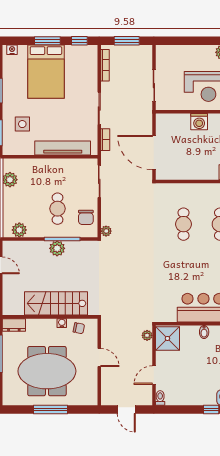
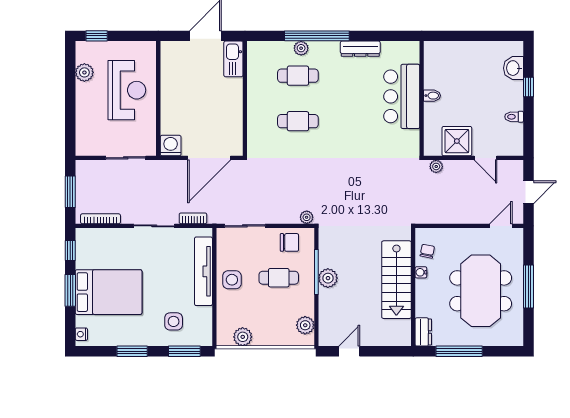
washing machine: (199, 122) -> (171, 146), moved, turned -90
side table: (56, 171) -> (232, 280), added
shower: (167, 338) -> (457, 141), moved
door: (99, 358) -> (501, 226), moved
toilet: (160, 398) -> (514, 117), moved

